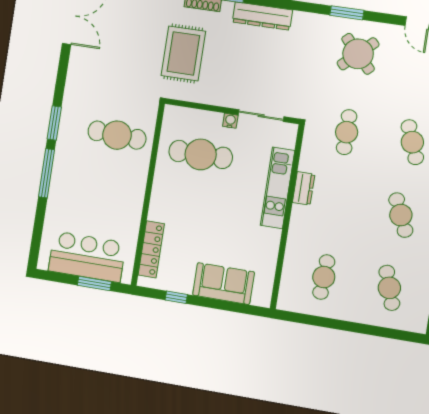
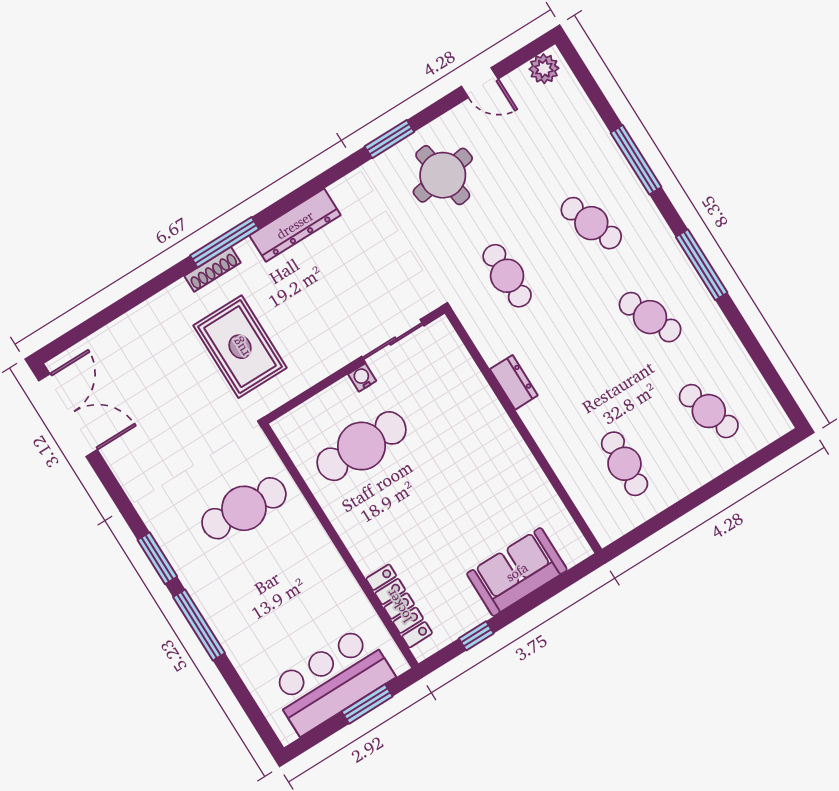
round table: (358, 54) -> (443, 175), turned 34
kitchen unit: (278, 188) -> (484, 408), removed

